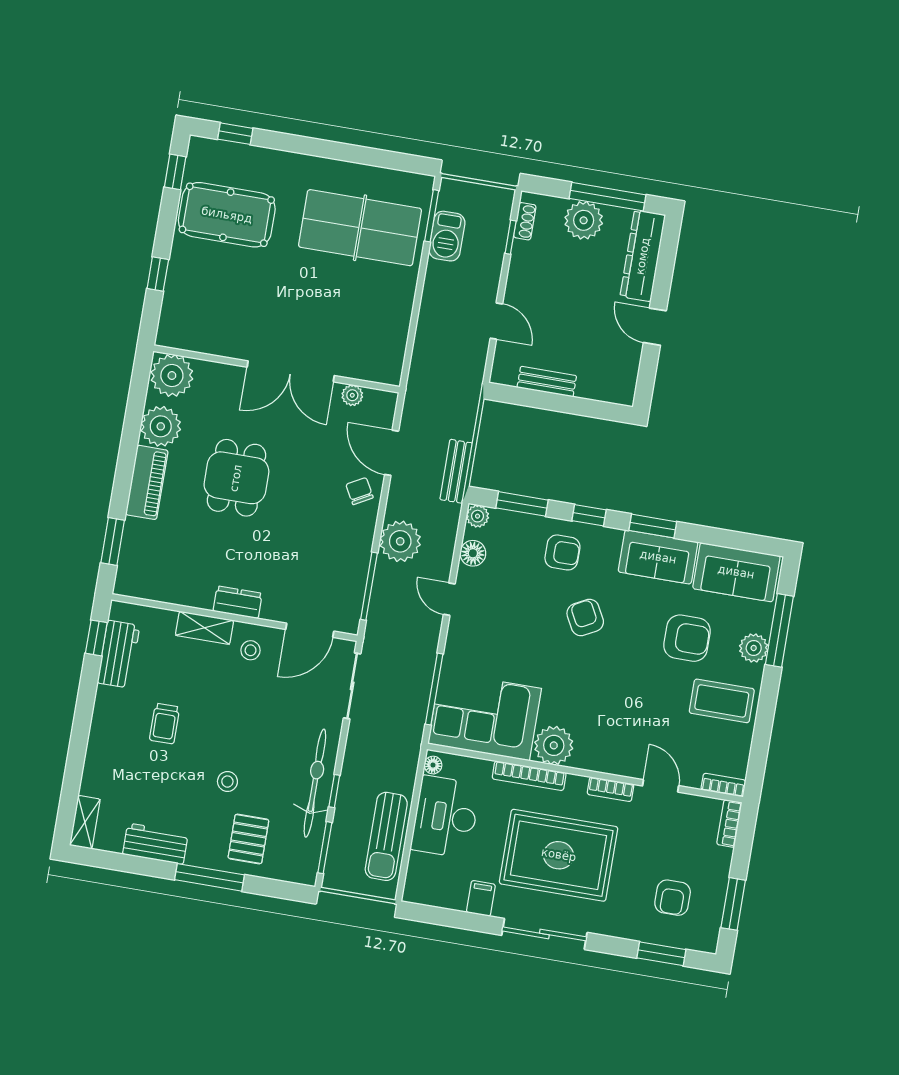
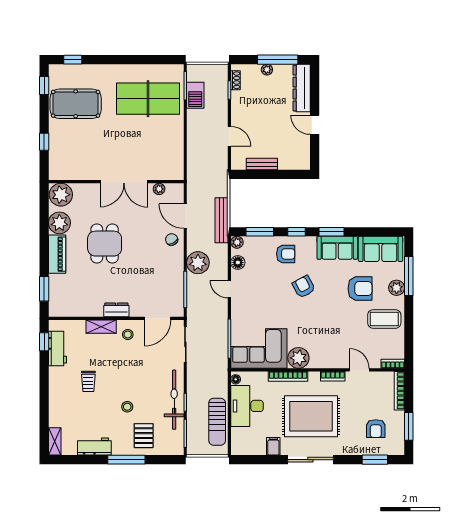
plant: (584, 220) -> (267, 70), width x0.53, depth x0.53
bench: (456, 471) -> (222, 220), width x1.36
bookcase: (729, 823) -> (399, 391), width x1.56

